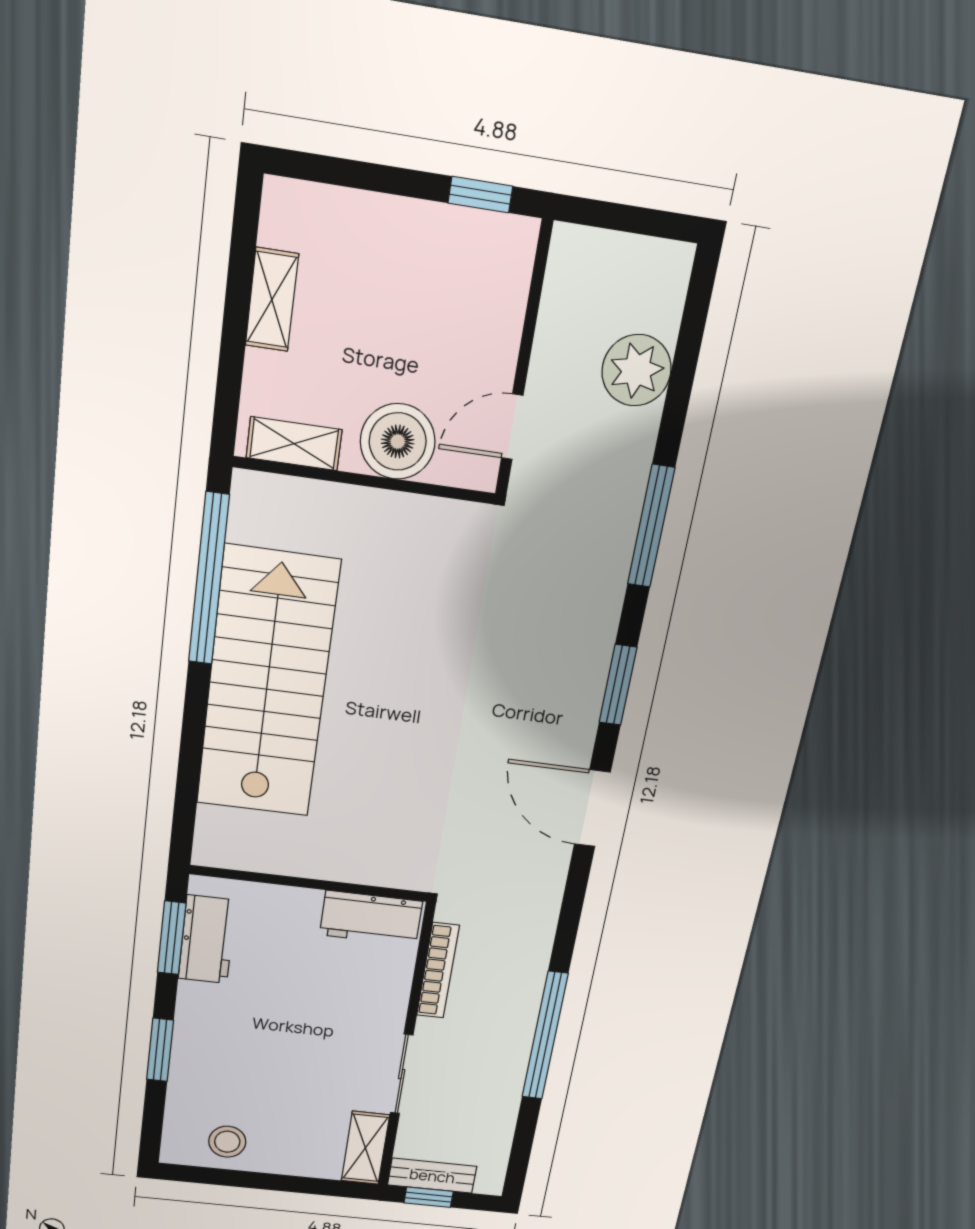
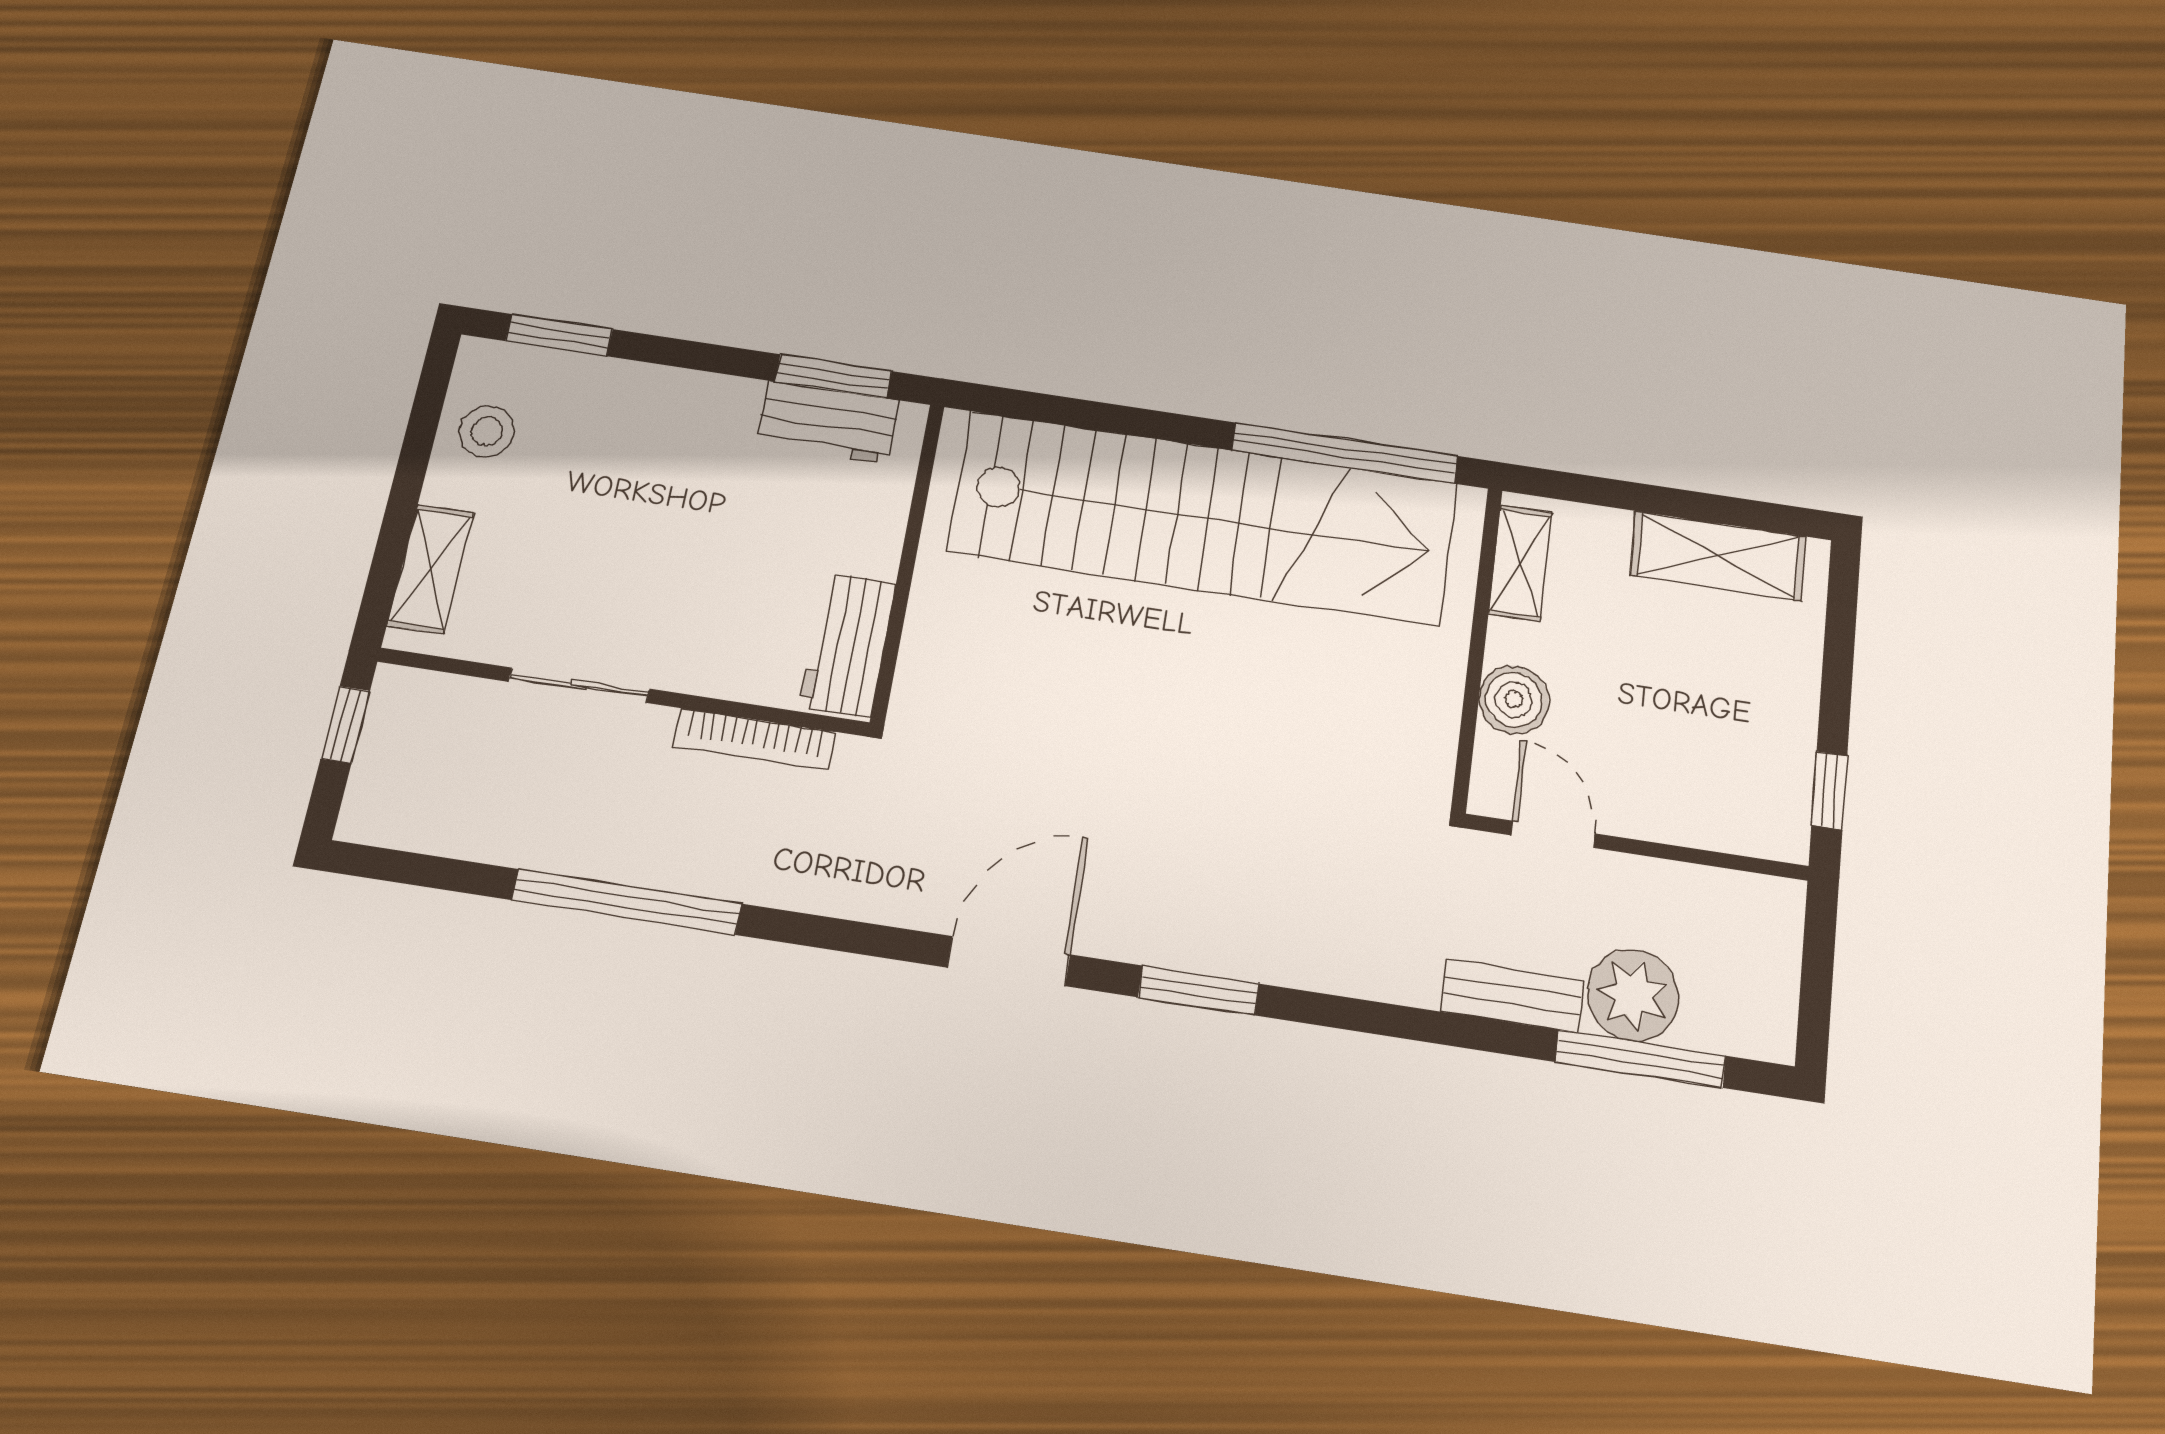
shelving: (272, 300) -> (1718, 556), width x1.50, depth x1.33
boiler: (398, 441) -> (1514, 700), width x0.73, depth x0.73
window: (651, 526) -> (1640, 1059), moved
stairs: (267, 684) -> (1204, 518), width x1.36
window: (160, 1050) -> (559, 335), moved
shelving: (365, 1148) -> (430, 569), moved, turned 90
bench: (432, 1176) -> (1512, 996), moved, turned 90

